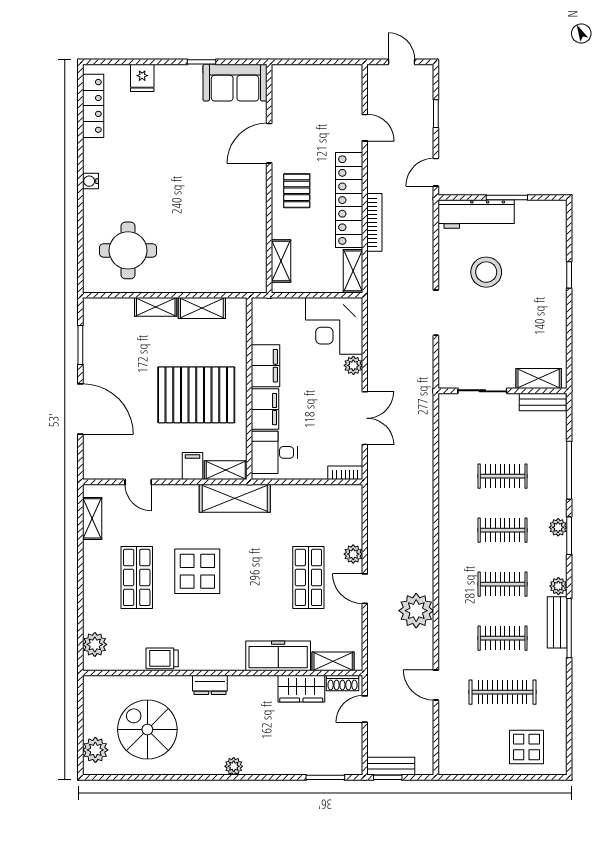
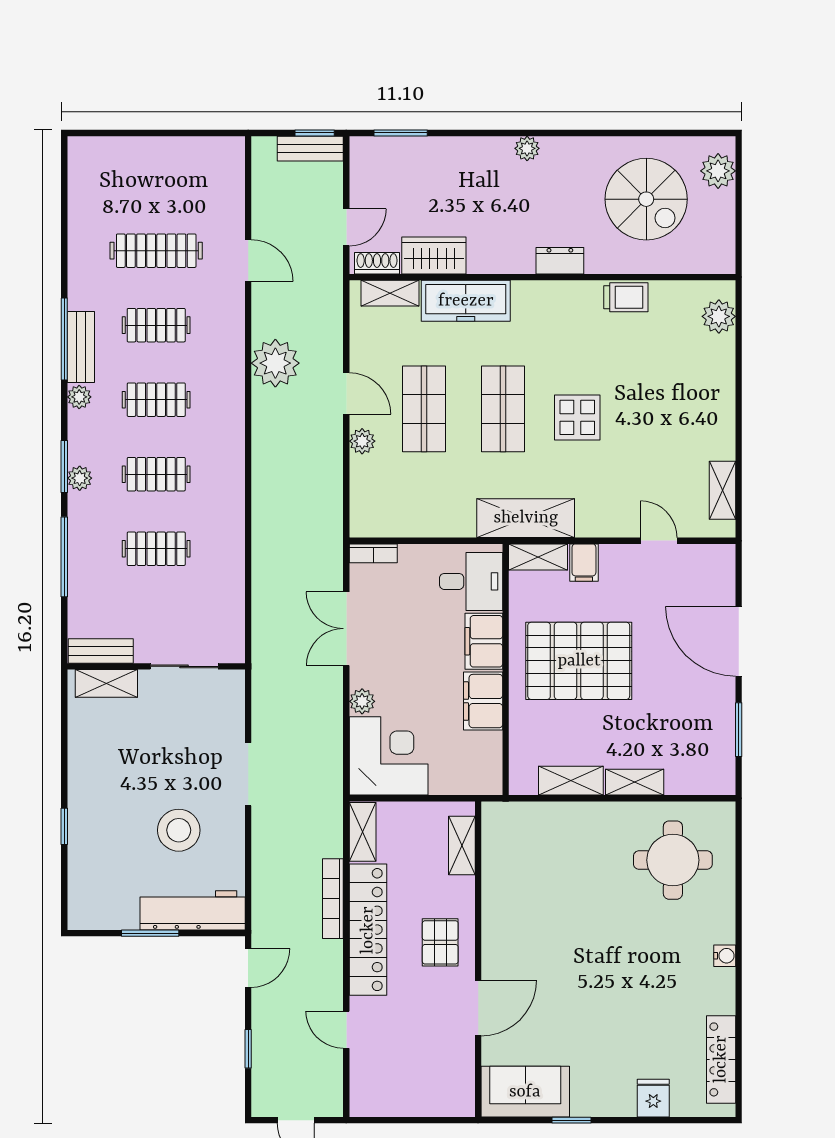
display table: (197, 571) -> (577, 417), width x0.73, depth x0.73
shop shelf: (137, 577) -> (503, 409), moved
display table: (526, 747) -> (123, 175), removed

